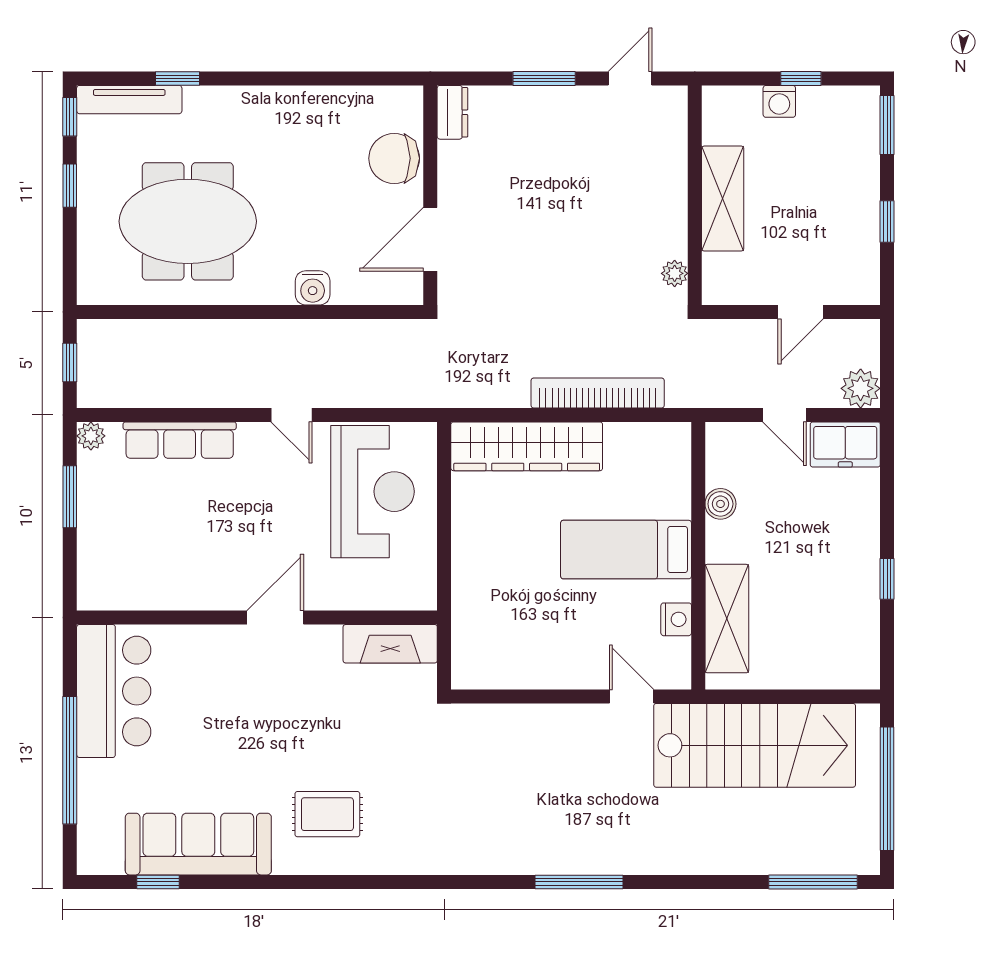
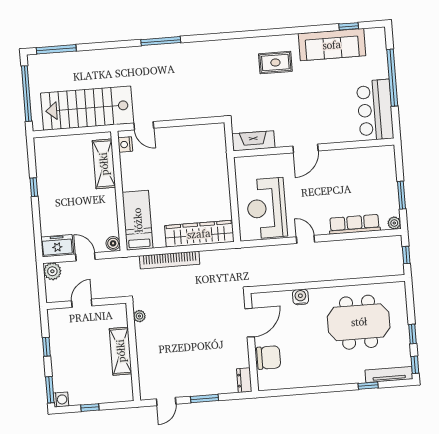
washing machine: (779, 101) -> (61, 400), moved, turned 90
boiler: (720, 504) -> (113, 243), moved
bed: (626, 550) -> (138, 220), moved, turned -90
nightstand: (676, 619) -> (125, 144), moved

